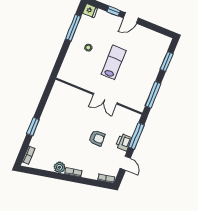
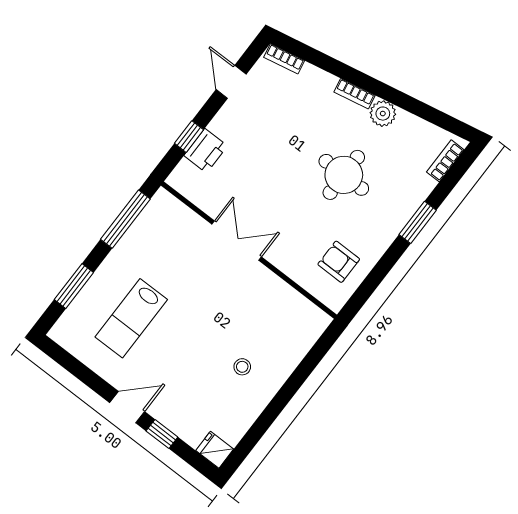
window: (73, 28) -> (264, 422), removed
lab bench: (114, 62) -> (131, 318), moved
window: (136, 136) -> (189, 137), width x0.46
round table: (69, 138) -> (344, 175), added
armchair: (97, 138) -> (339, 262), moved
printer: (124, 142) -> (206, 151), moved

